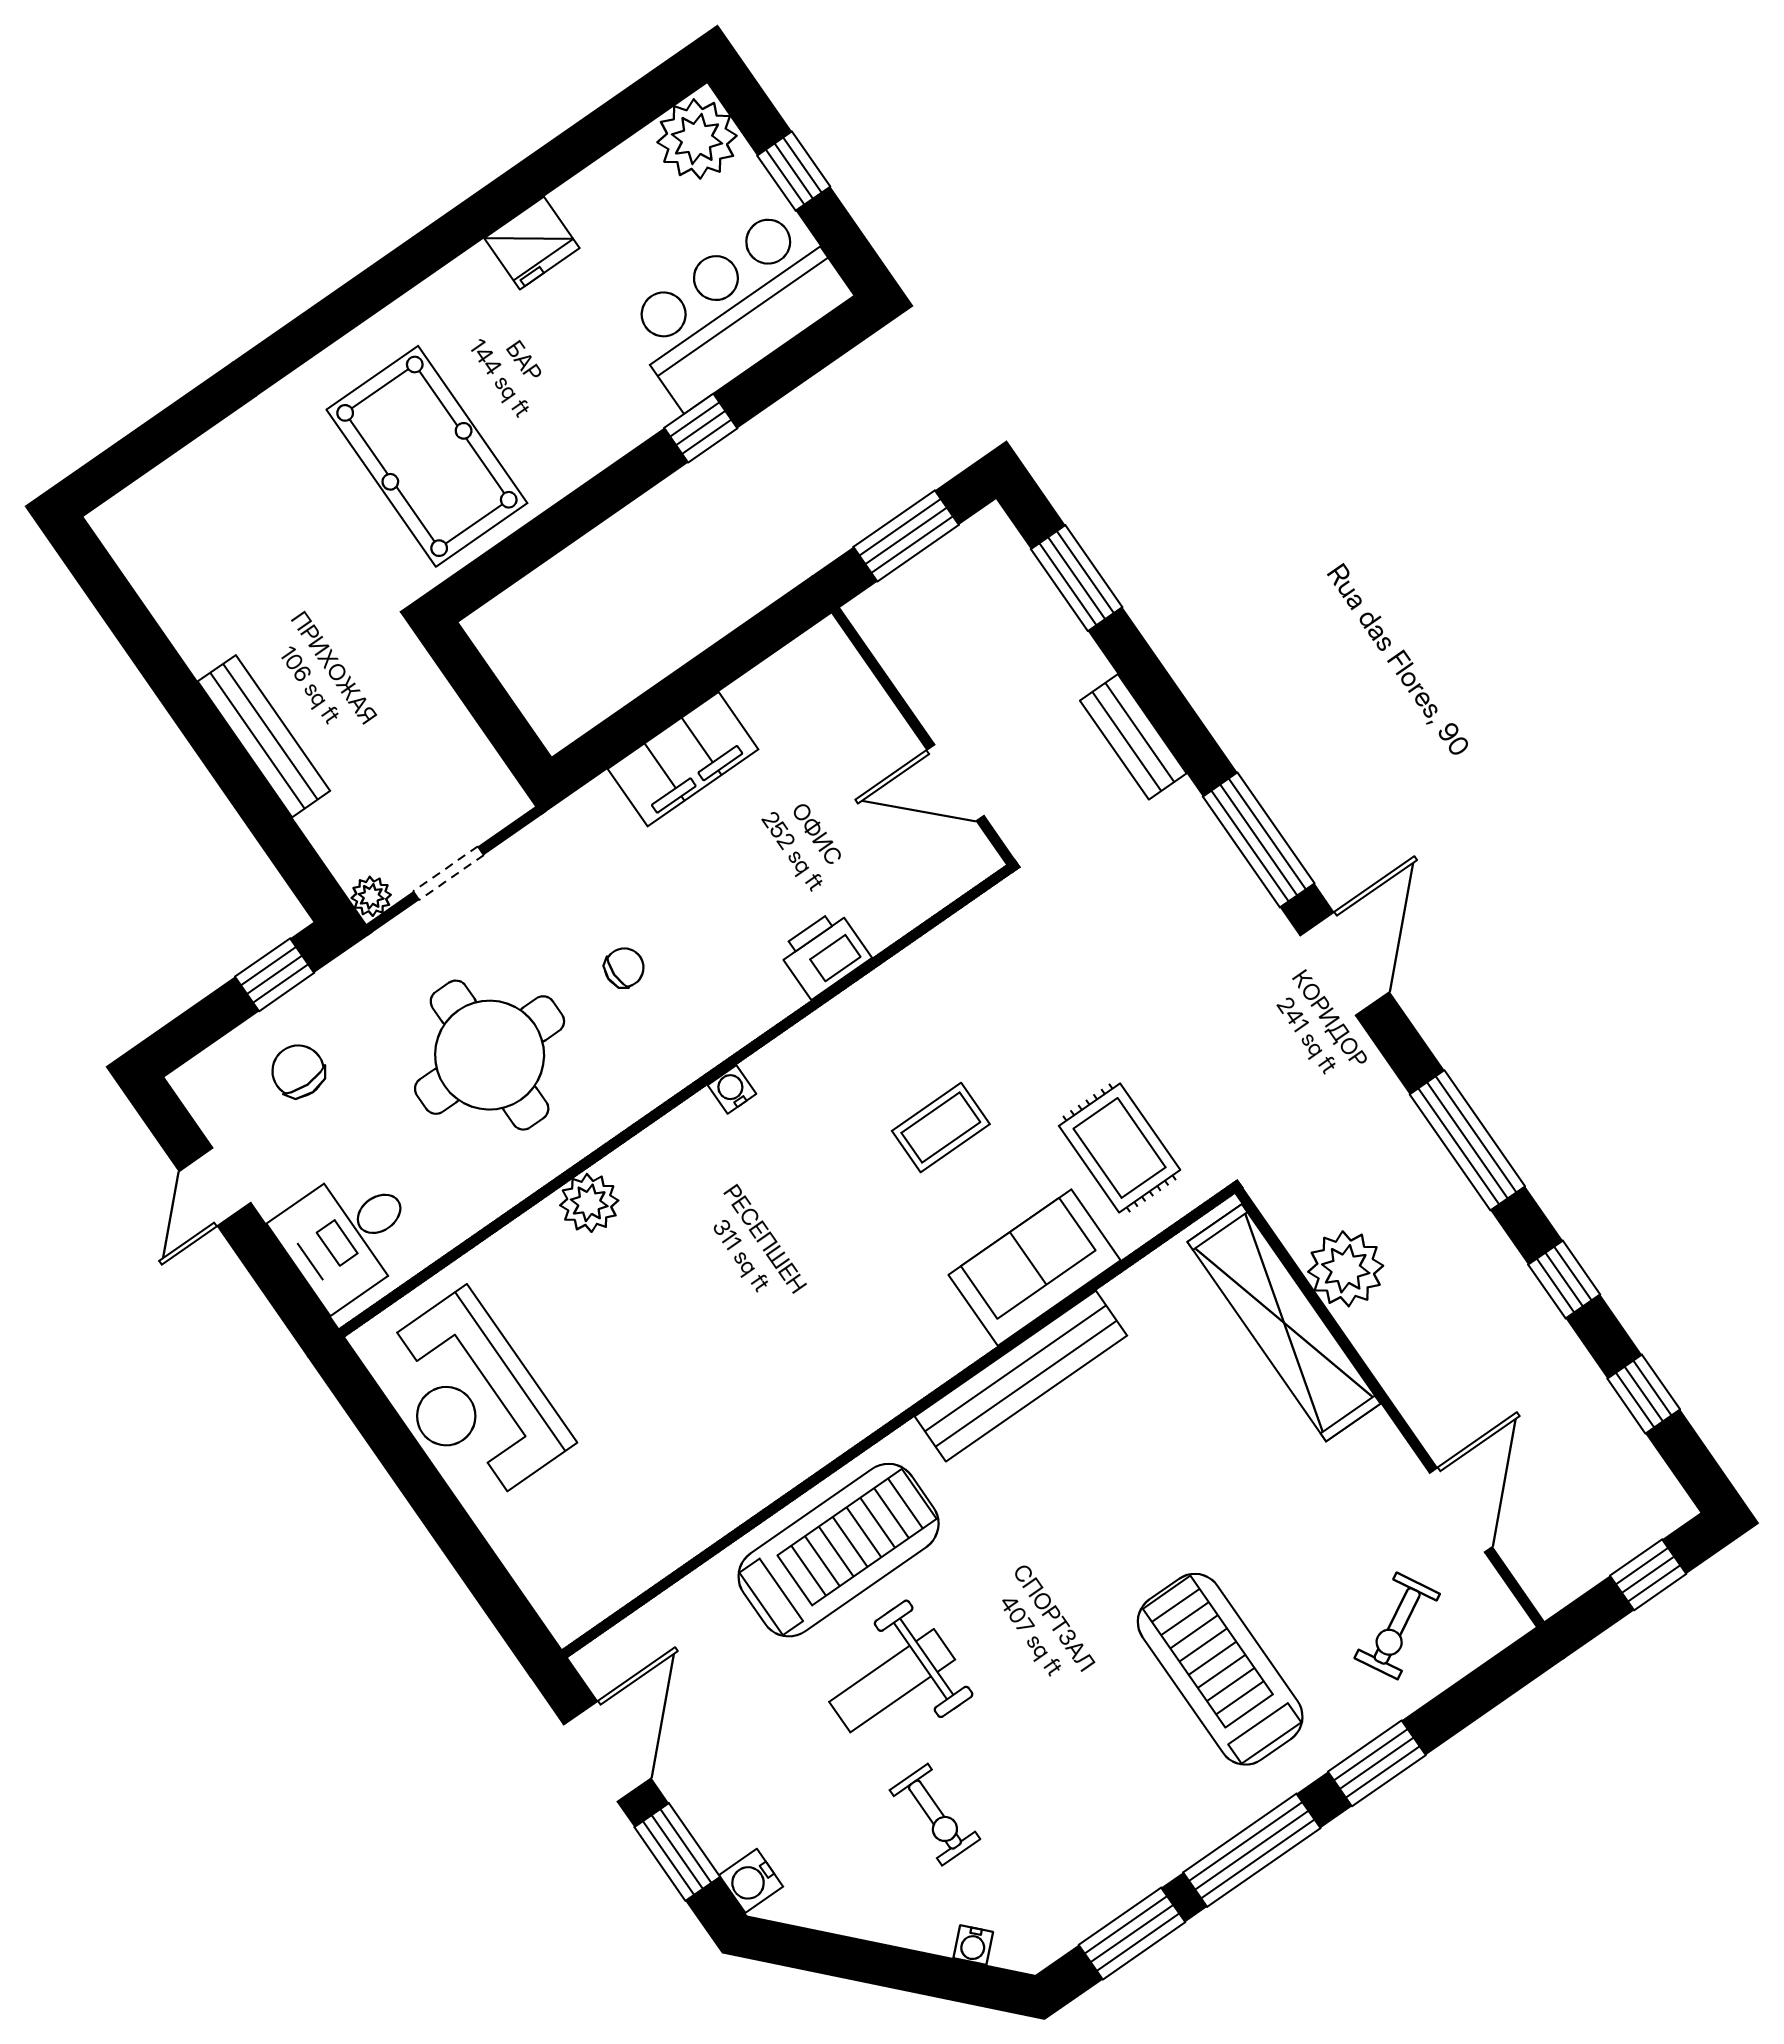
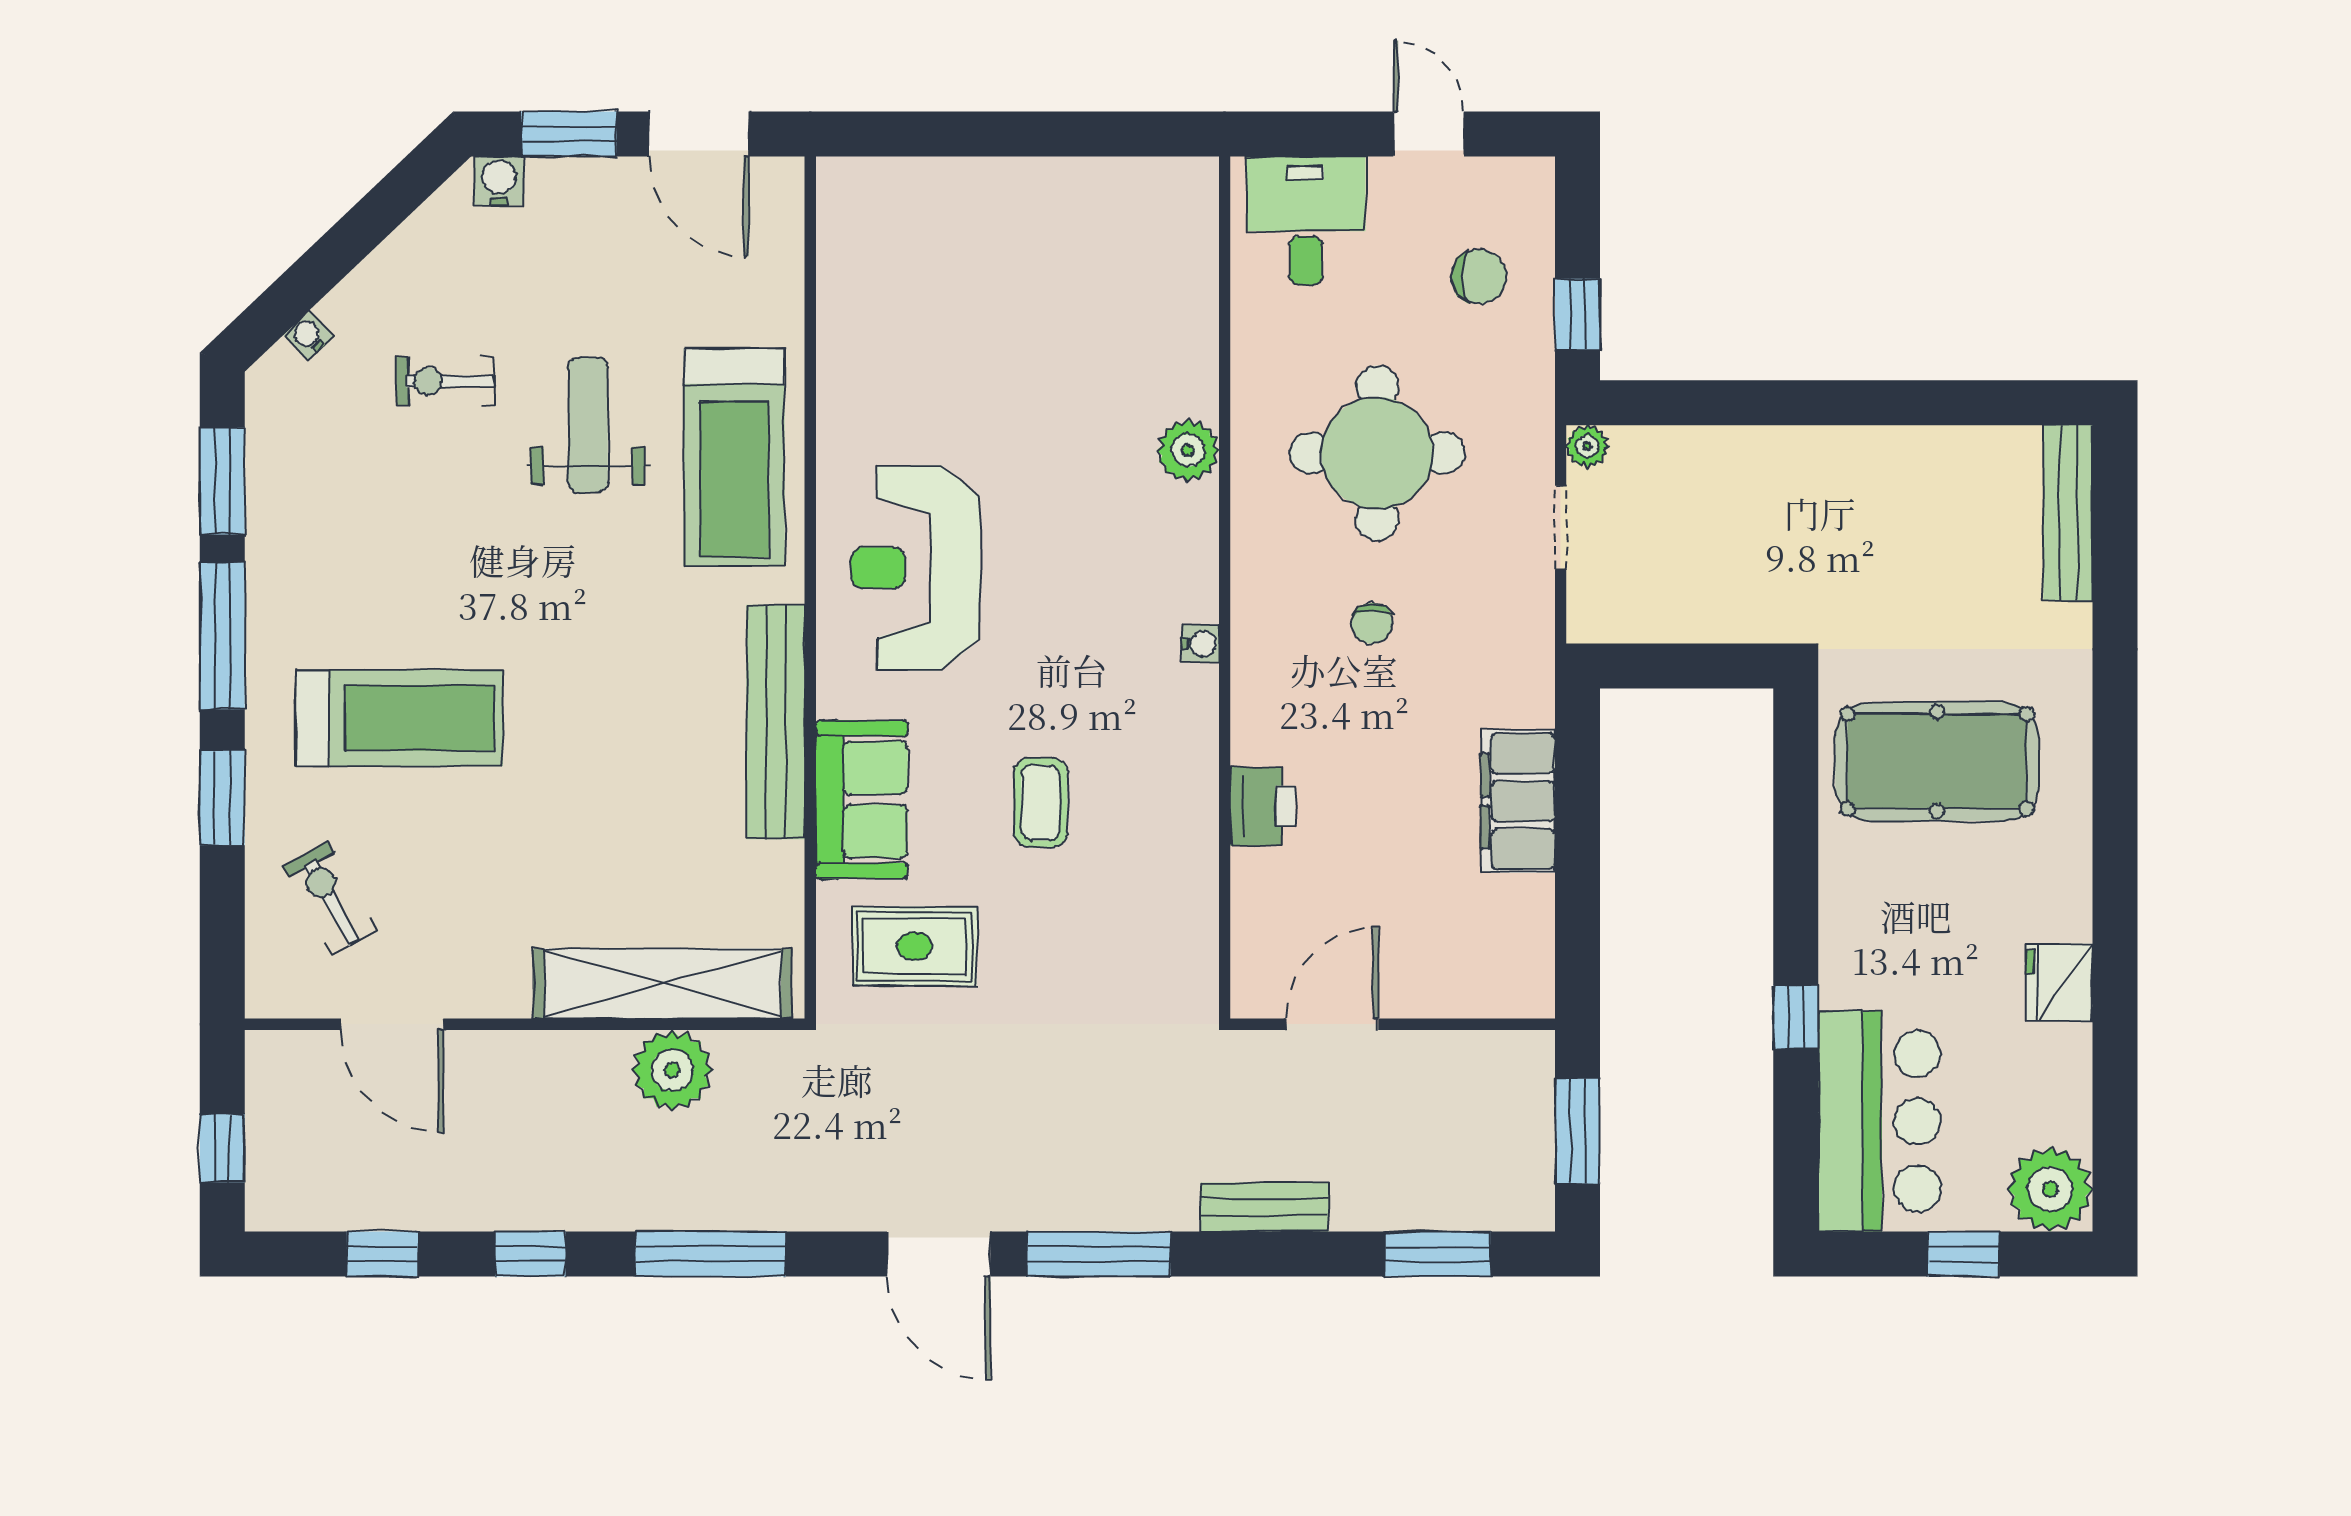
bench: (264, 736) -> (2068, 513), moved, turned 90
reception desk: (472, 1398) -> (915, 568), moved, turned -90

